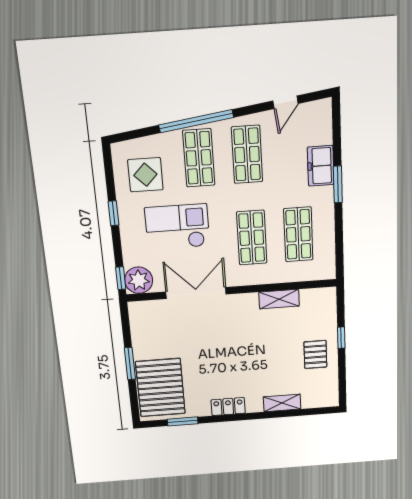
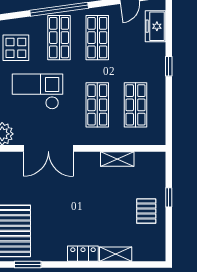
freezer: (321, 166) -> (155, 26), moved
window: (338, 184) -> (169, 66), width x0.67
double door: (196, 293) -> (48, 148), swing flipped
locker: (228, 407) -> (83, 254), moved

